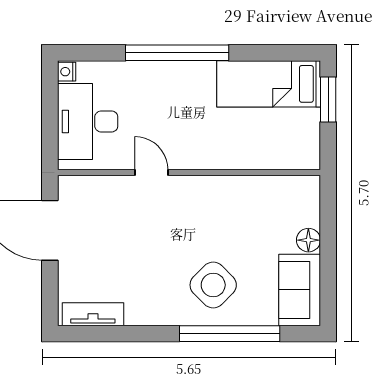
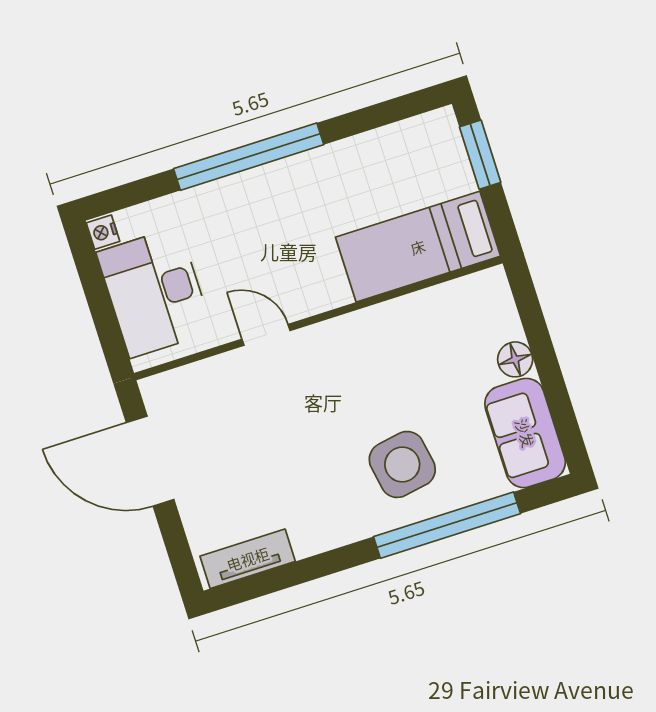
bed: (269, 84) -> (418, 247), moved
side table: (213, 285) -> (402, 464), turned 35

